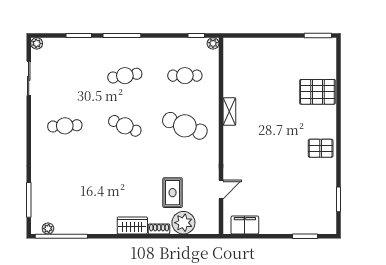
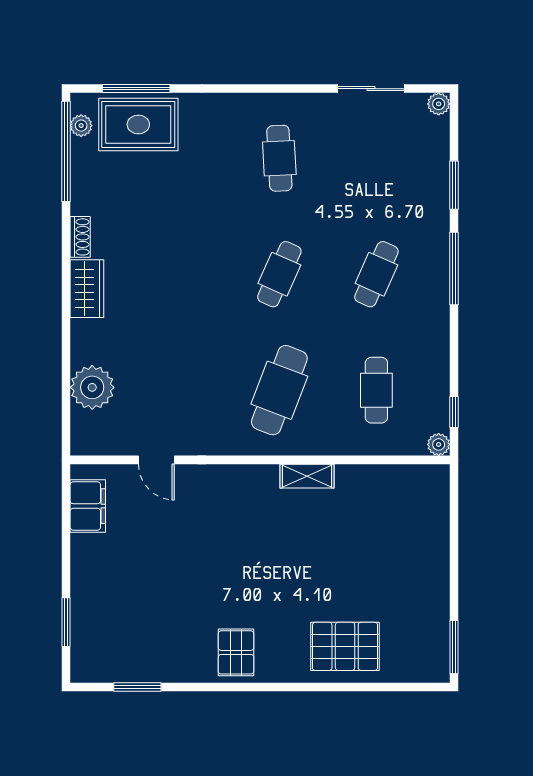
cafe table: (125, 76) -> (376, 274), turned 33
pallet: (317, 92) -> (345, 646), turned 90
rug: (173, 193) -> (138, 124), moved, width x1.36, depth x1.43
shoe rack: (159, 229) -> (80, 237), moved

